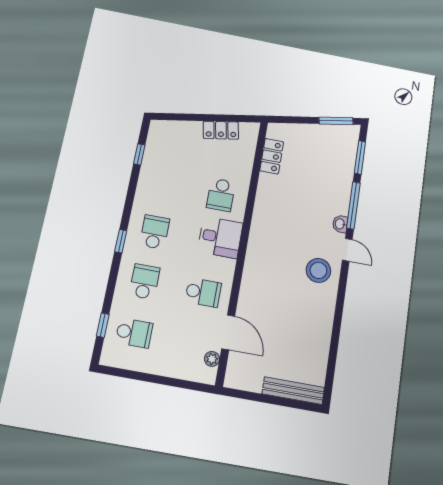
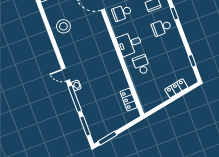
locker: (221, 130) -> (176, 88), moved
school desk: (155, 232) -> (162, 27), turned 90
stool: (318, 270) -> (63, 26), moved

